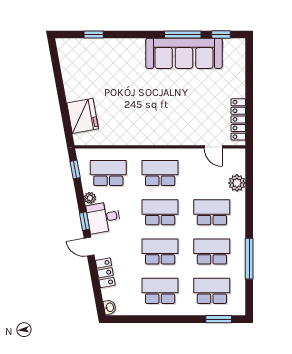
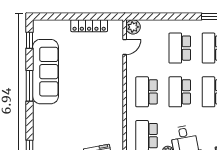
window: (183, 34) -> (30, 86), moved
locker: (238, 119) -> (89, 26), moved
plant: (237, 183) -> (133, 27), moved

